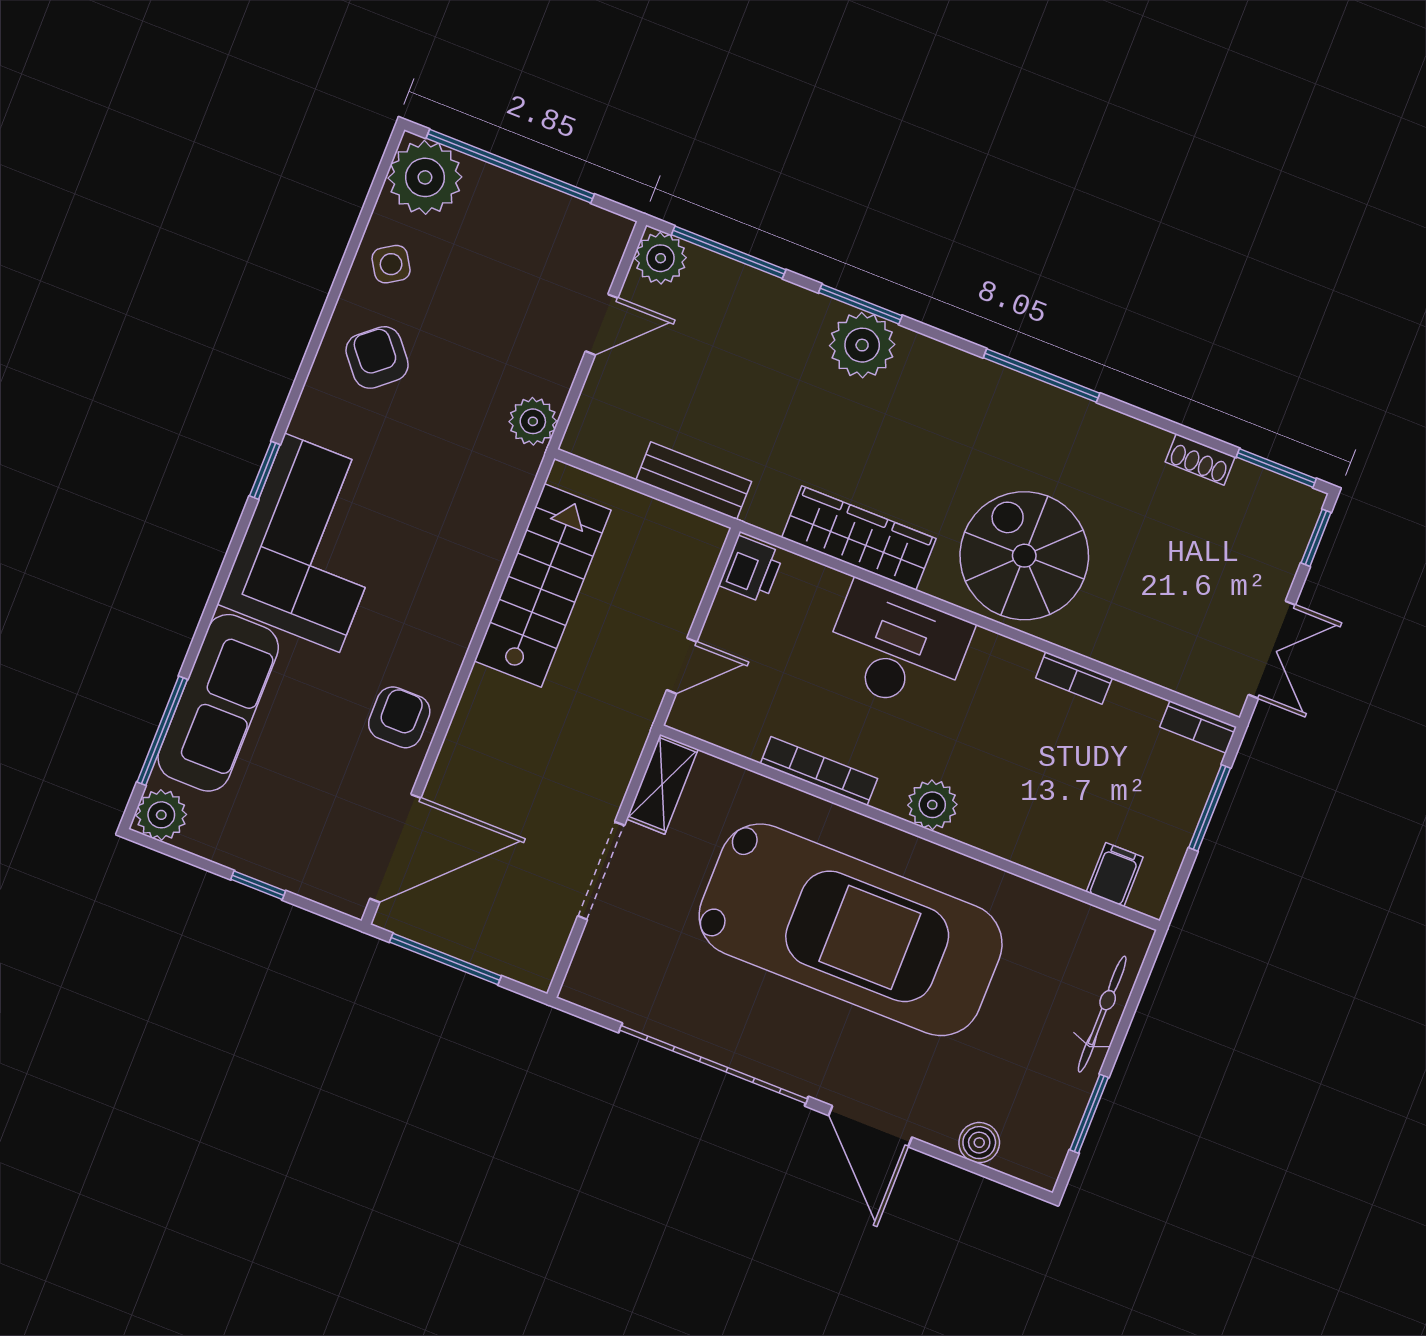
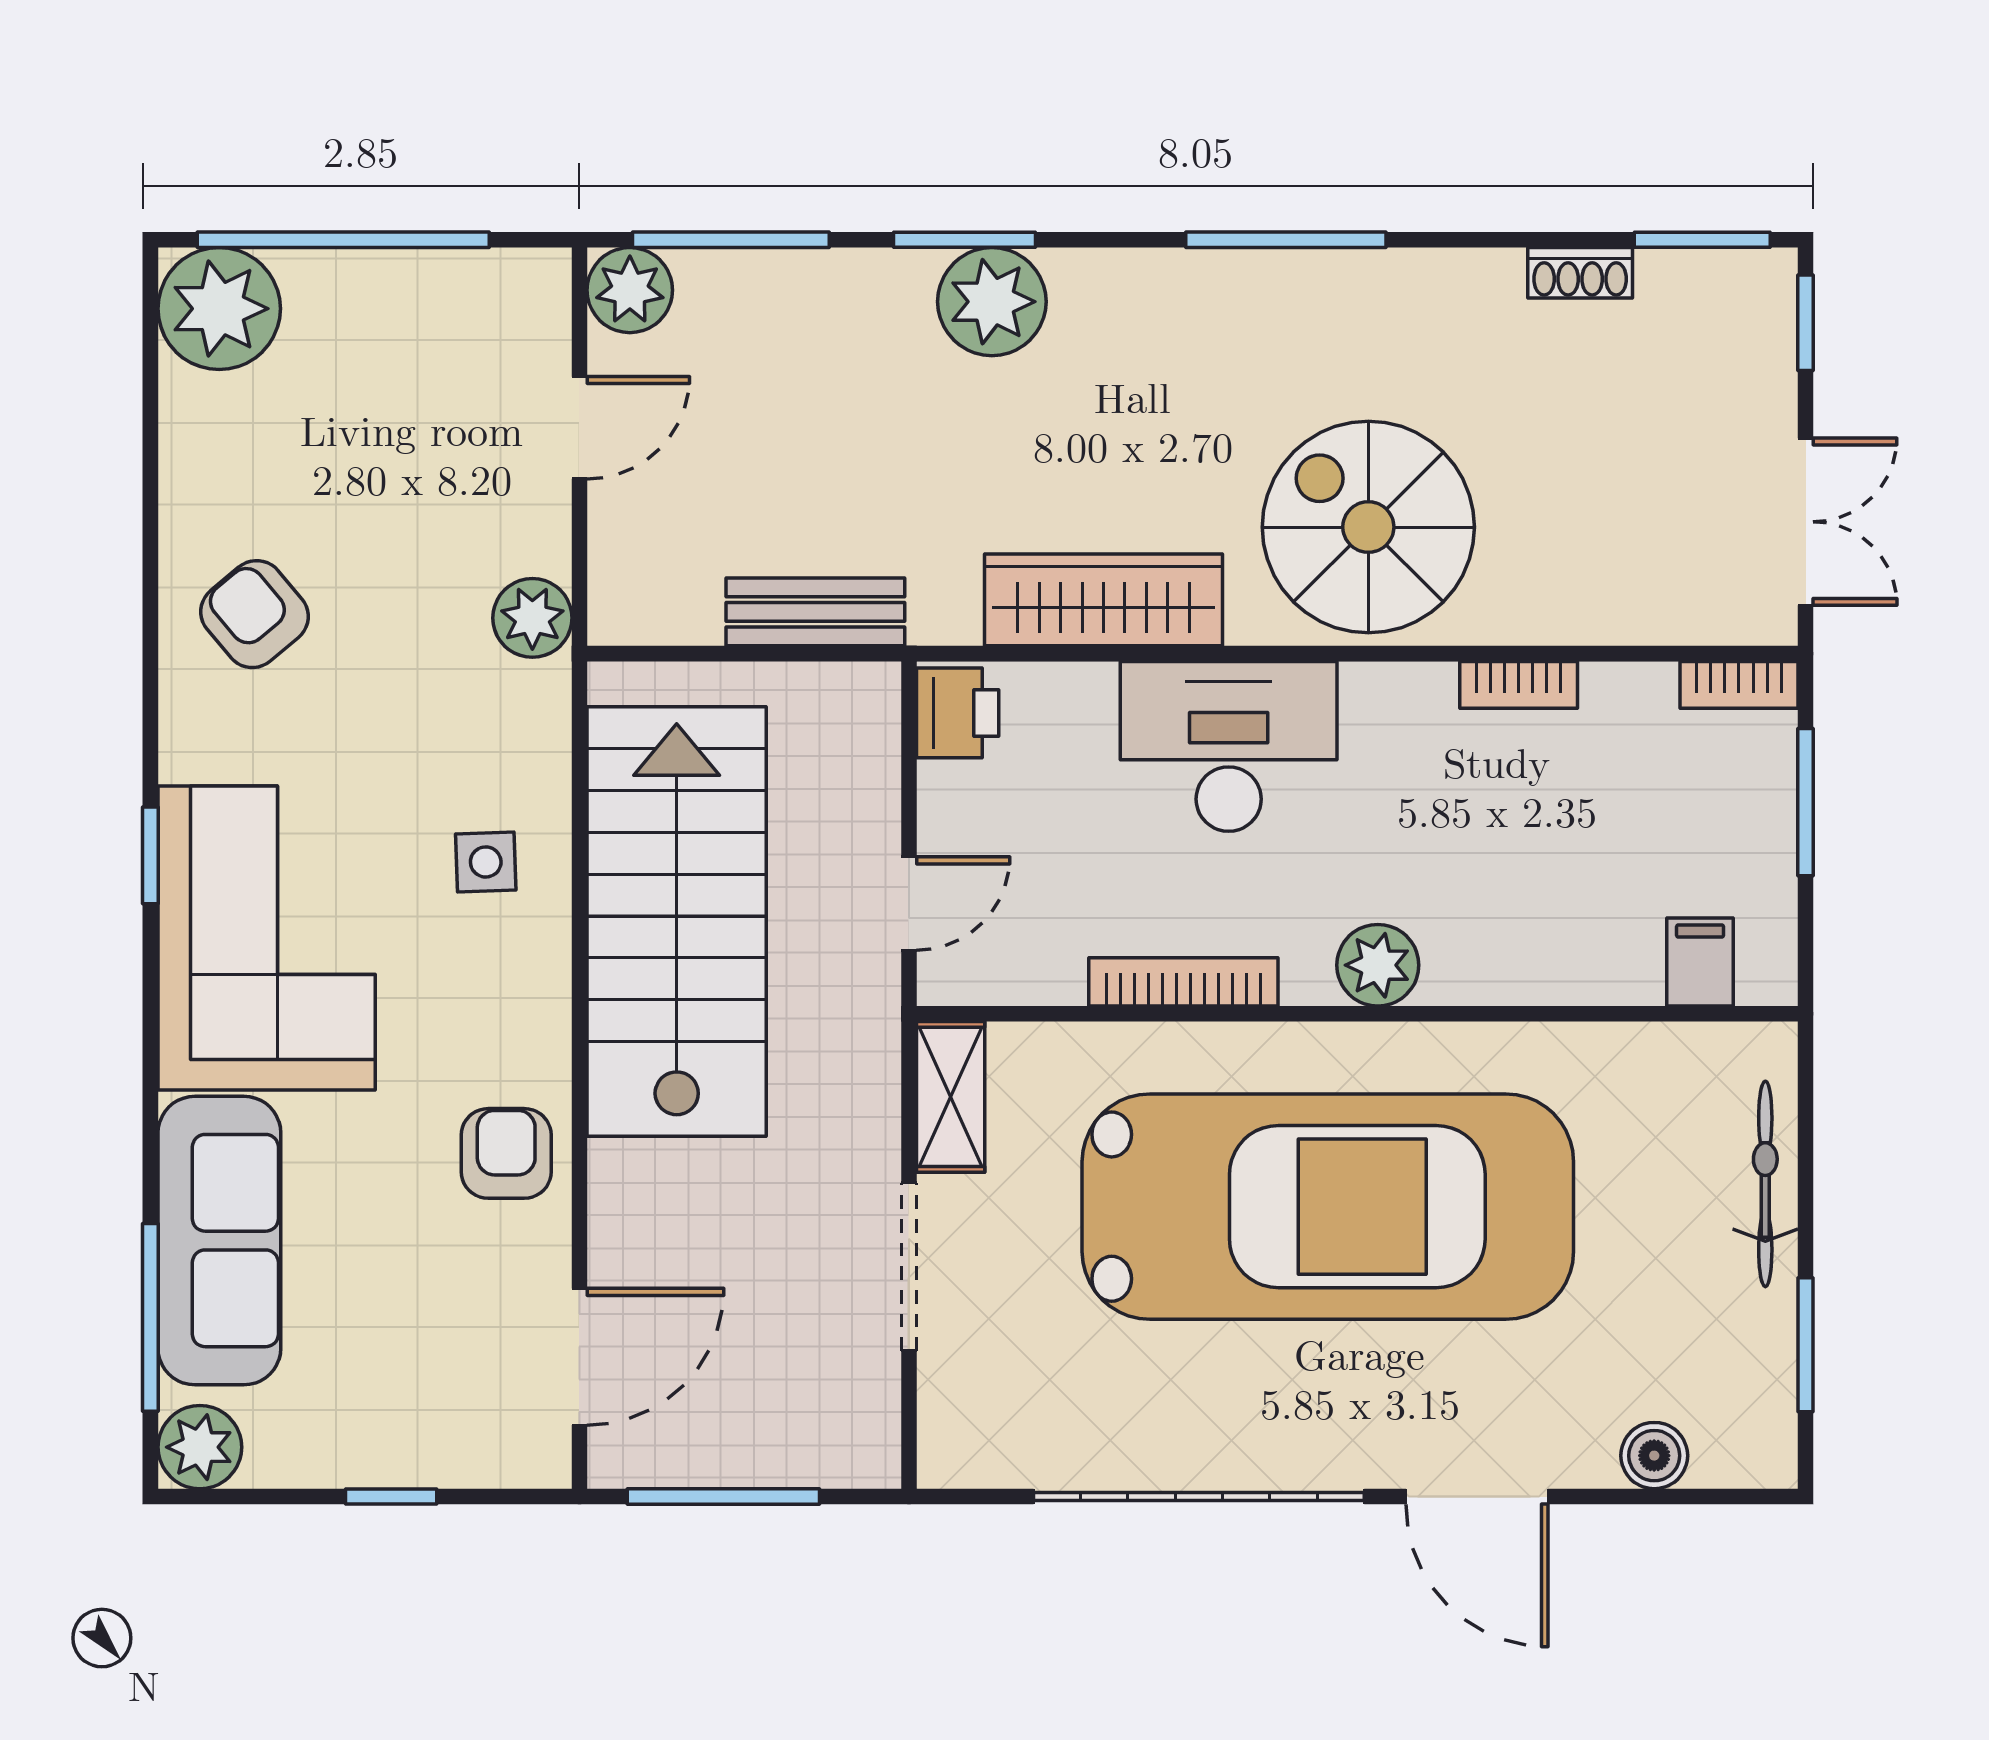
side table: (391, 264) -> (486, 862), moved, turned 30
stairs: (543, 585) -> (677, 921), width x1.36, depth x1.51
door: (395, 848) -> (579, 1357), width x0.73

